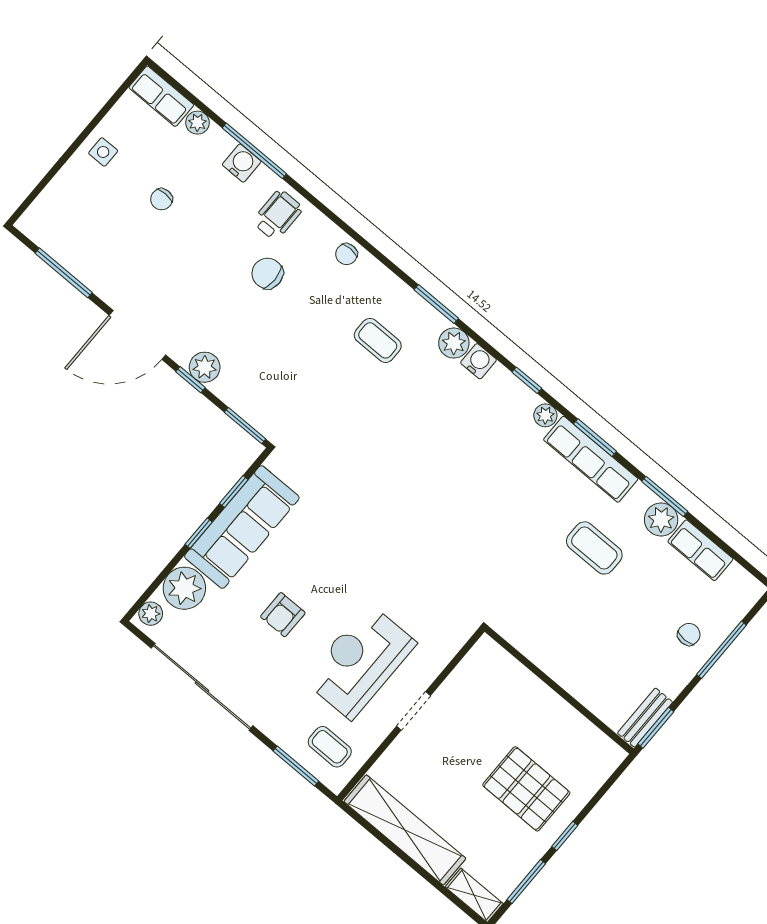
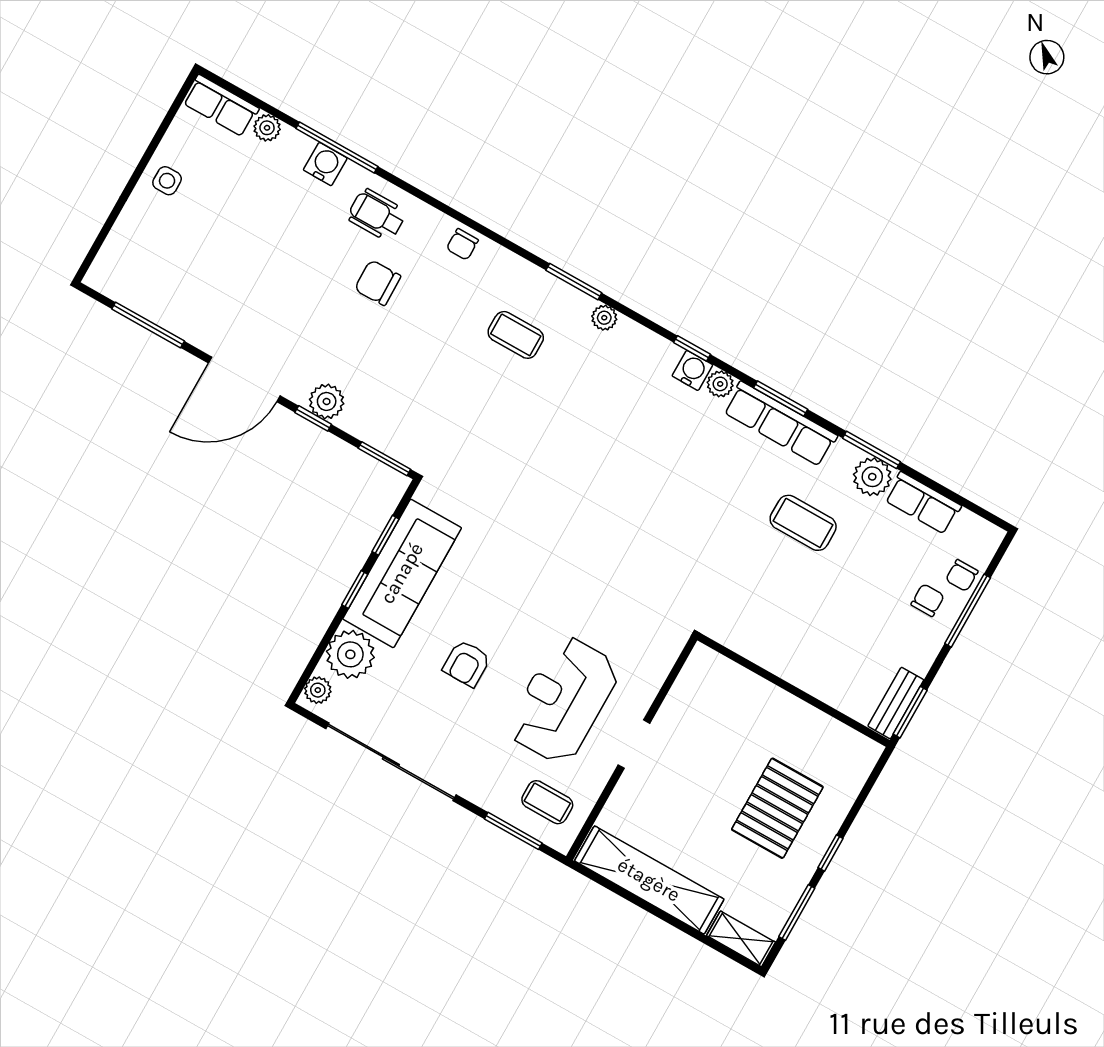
chair: (162, 199) -> (962, 575), moved
wheelchair: (278, 215) -> (377, 215), turned -90
plant: (454, 343) -> (604, 318), width x0.73, depth x0.73
water cooler: (479, 361) -> (692, 370), moved
pallet: (526, 789) -> (777, 808), turned 90

